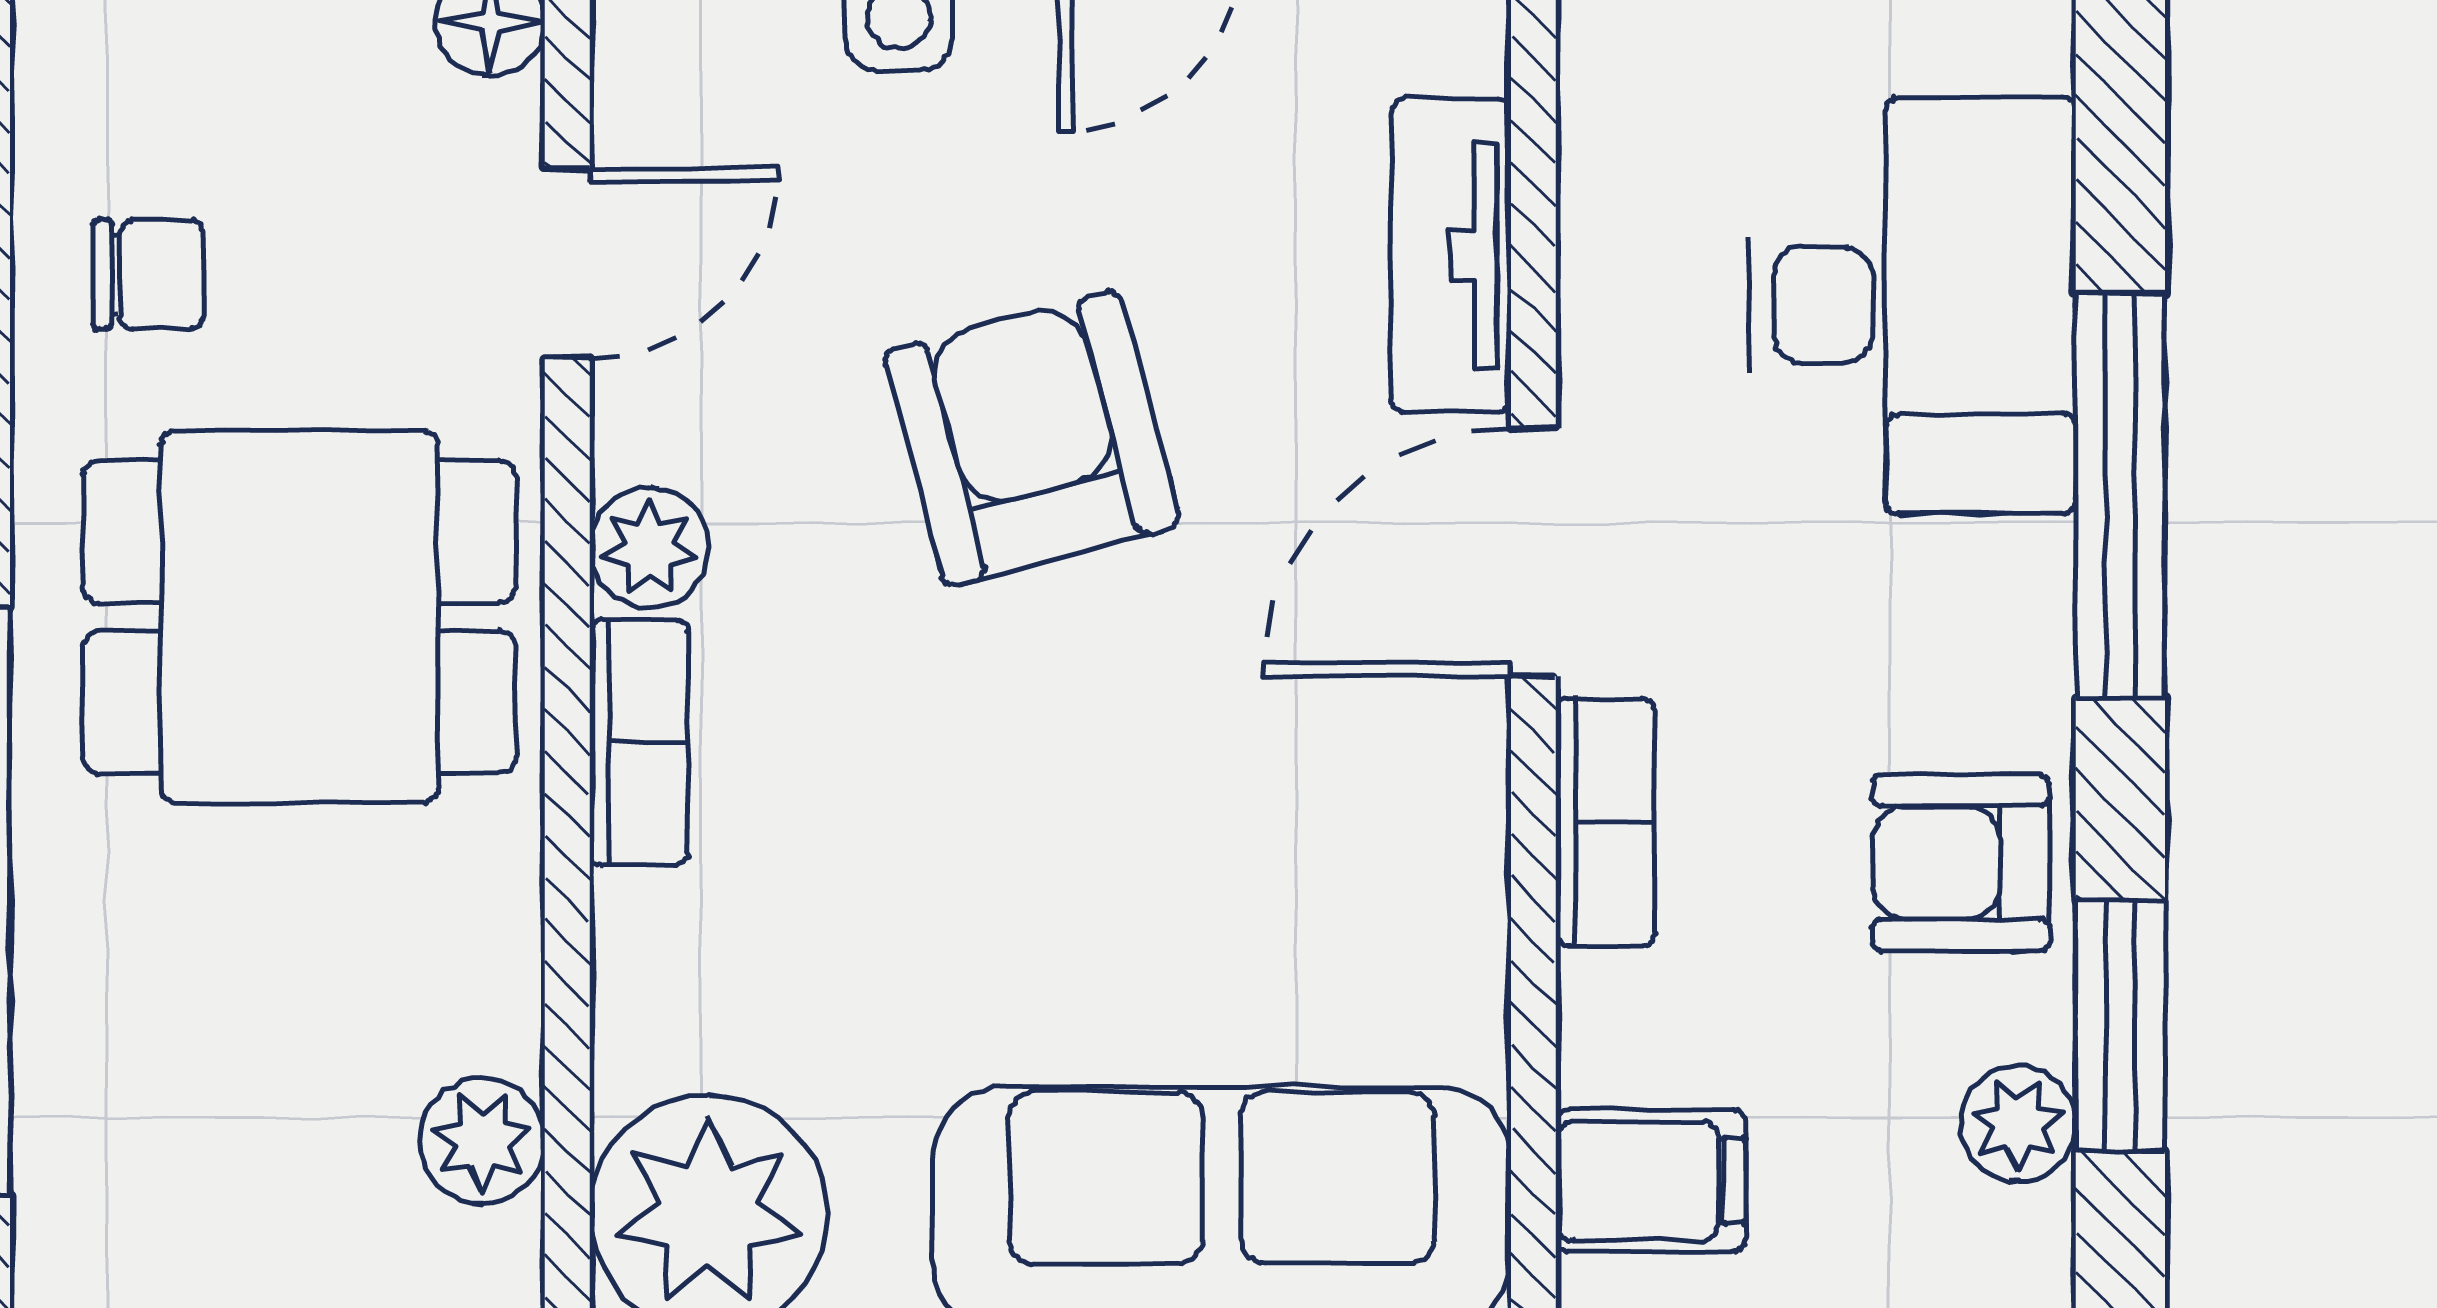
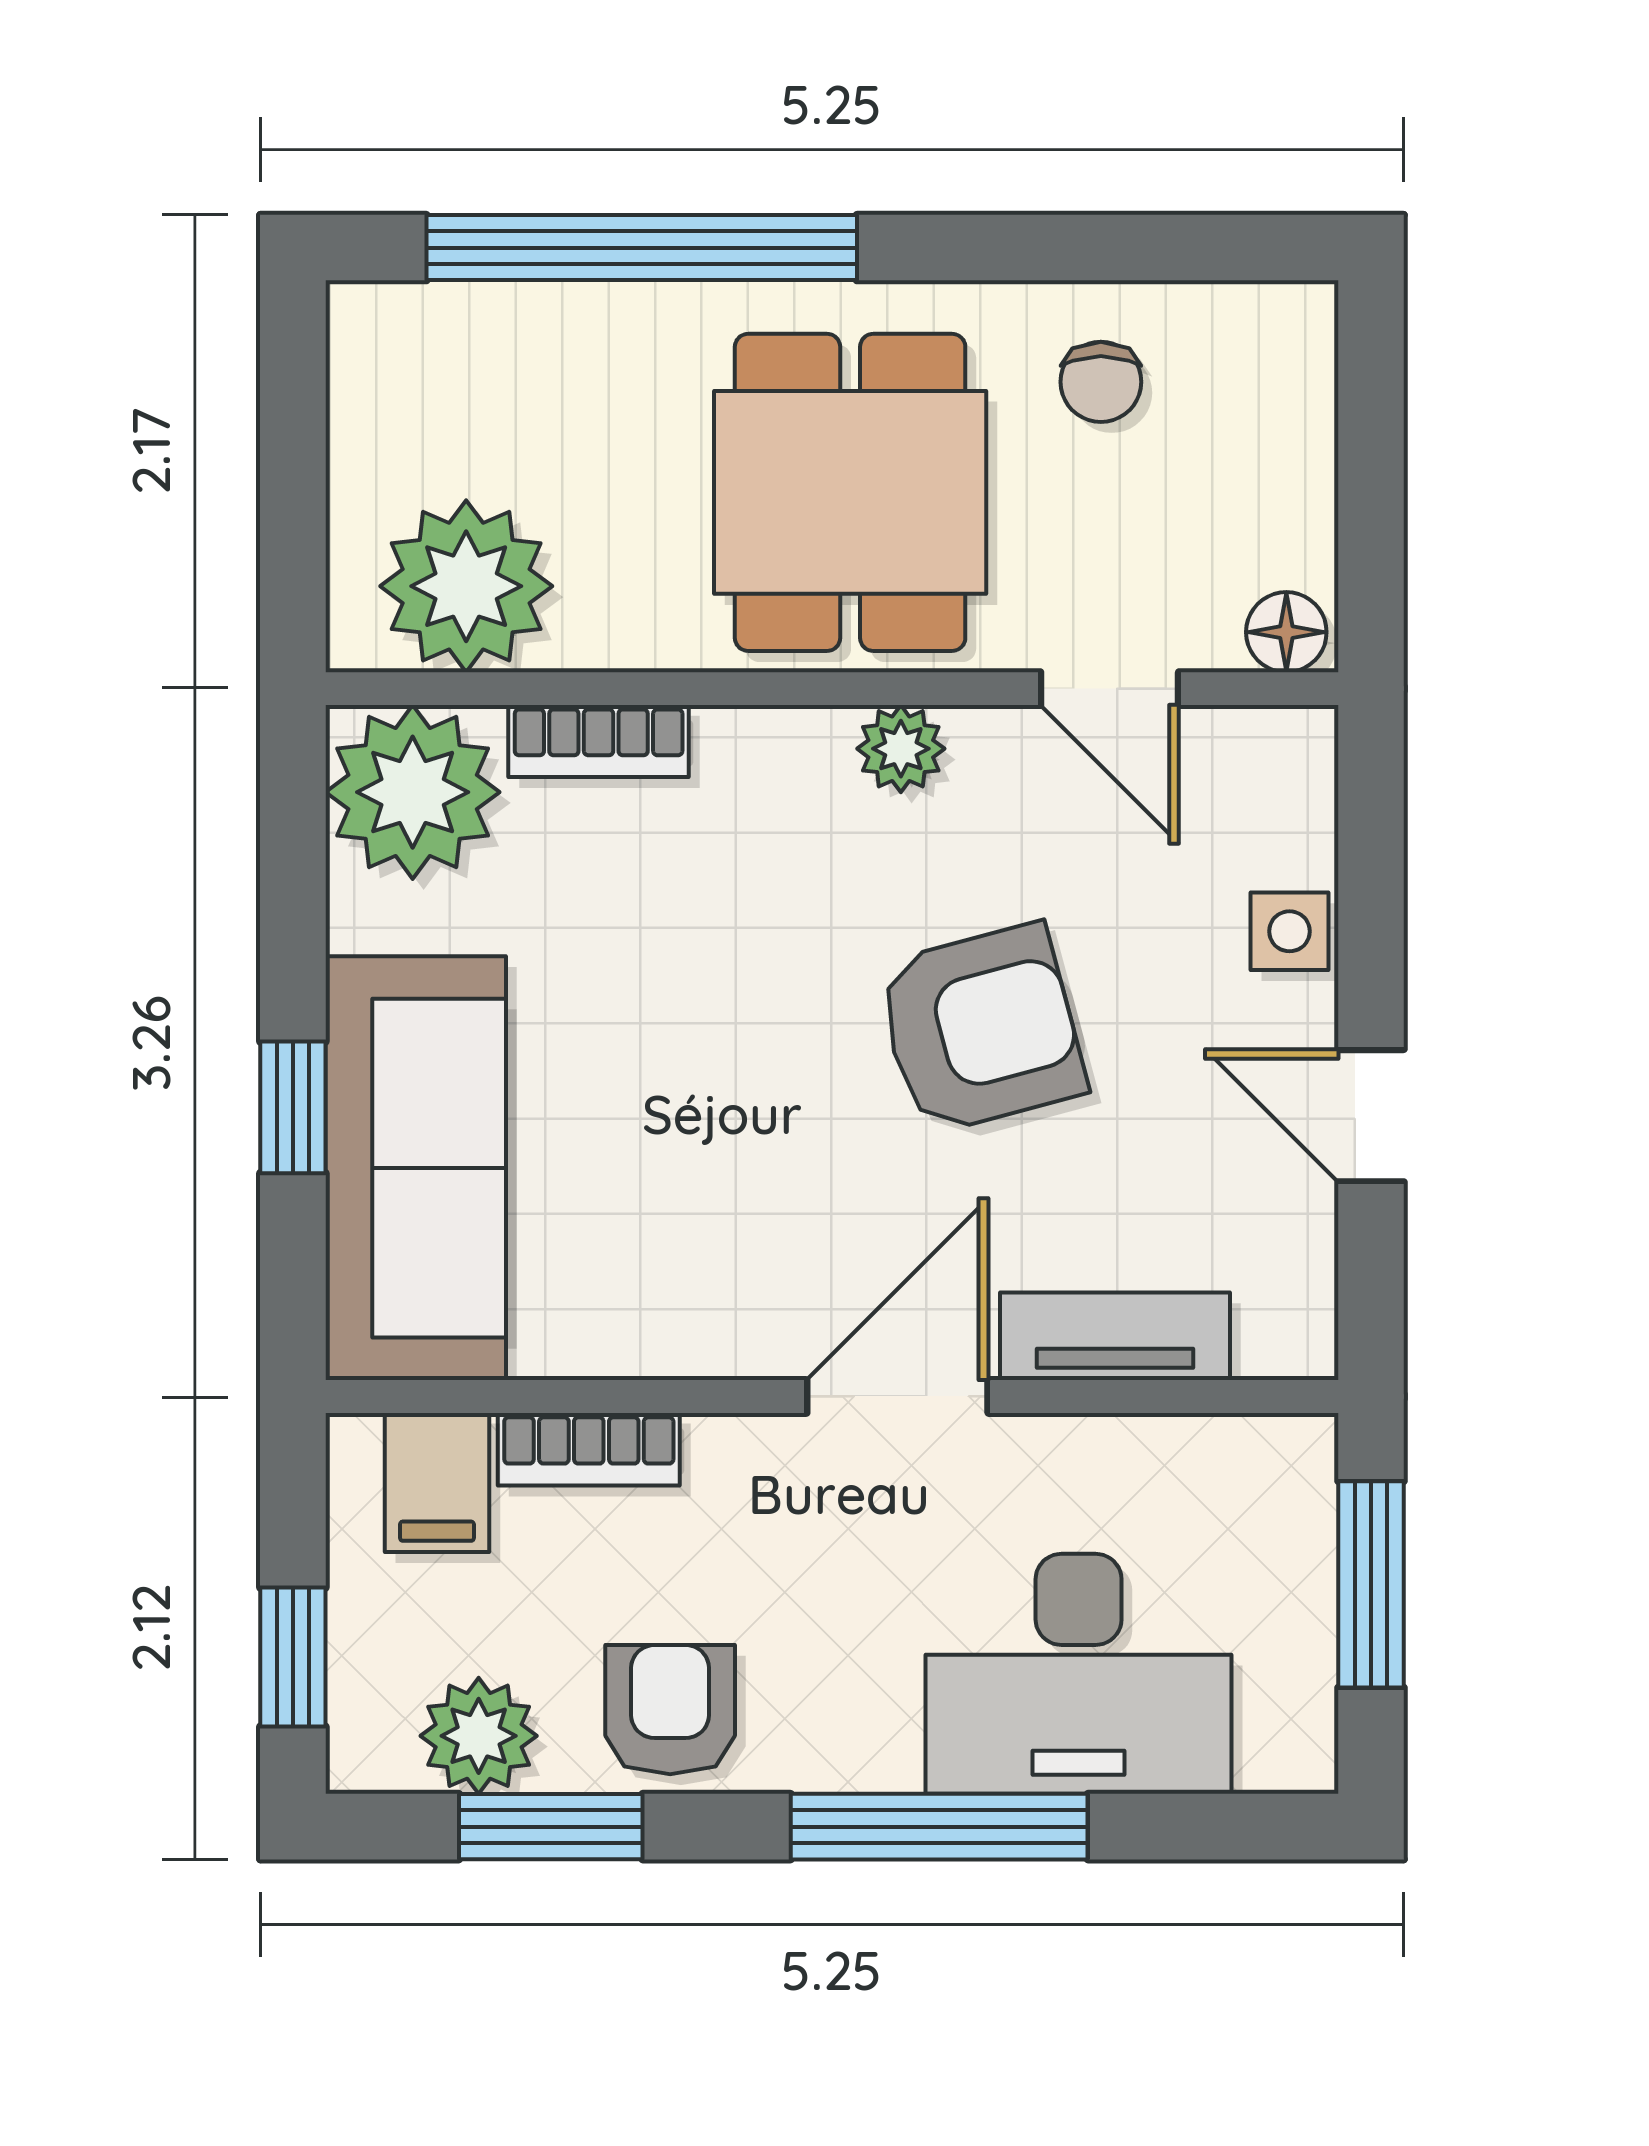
door: (1533, 552) -> (897, 1396), hinge flipped
bookcase: (639, 742) -> (599, 741), moved
bookcase: (1605, 822) -> (589, 1449), moved
plant: (2018, 1124) -> (479, 1736), width x1.38, depth x1.38
plant: (482, 1141) -> (466, 586), width x1.87, depth x1.87

